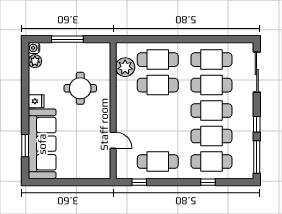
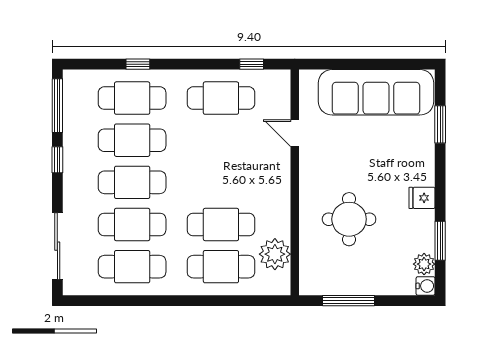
window: (67, 39) -> (349, 301), moved
window: (25, 75) -> (440, 241), added
sofa: (42, 144) -> (376, 92), moved, turned -90

